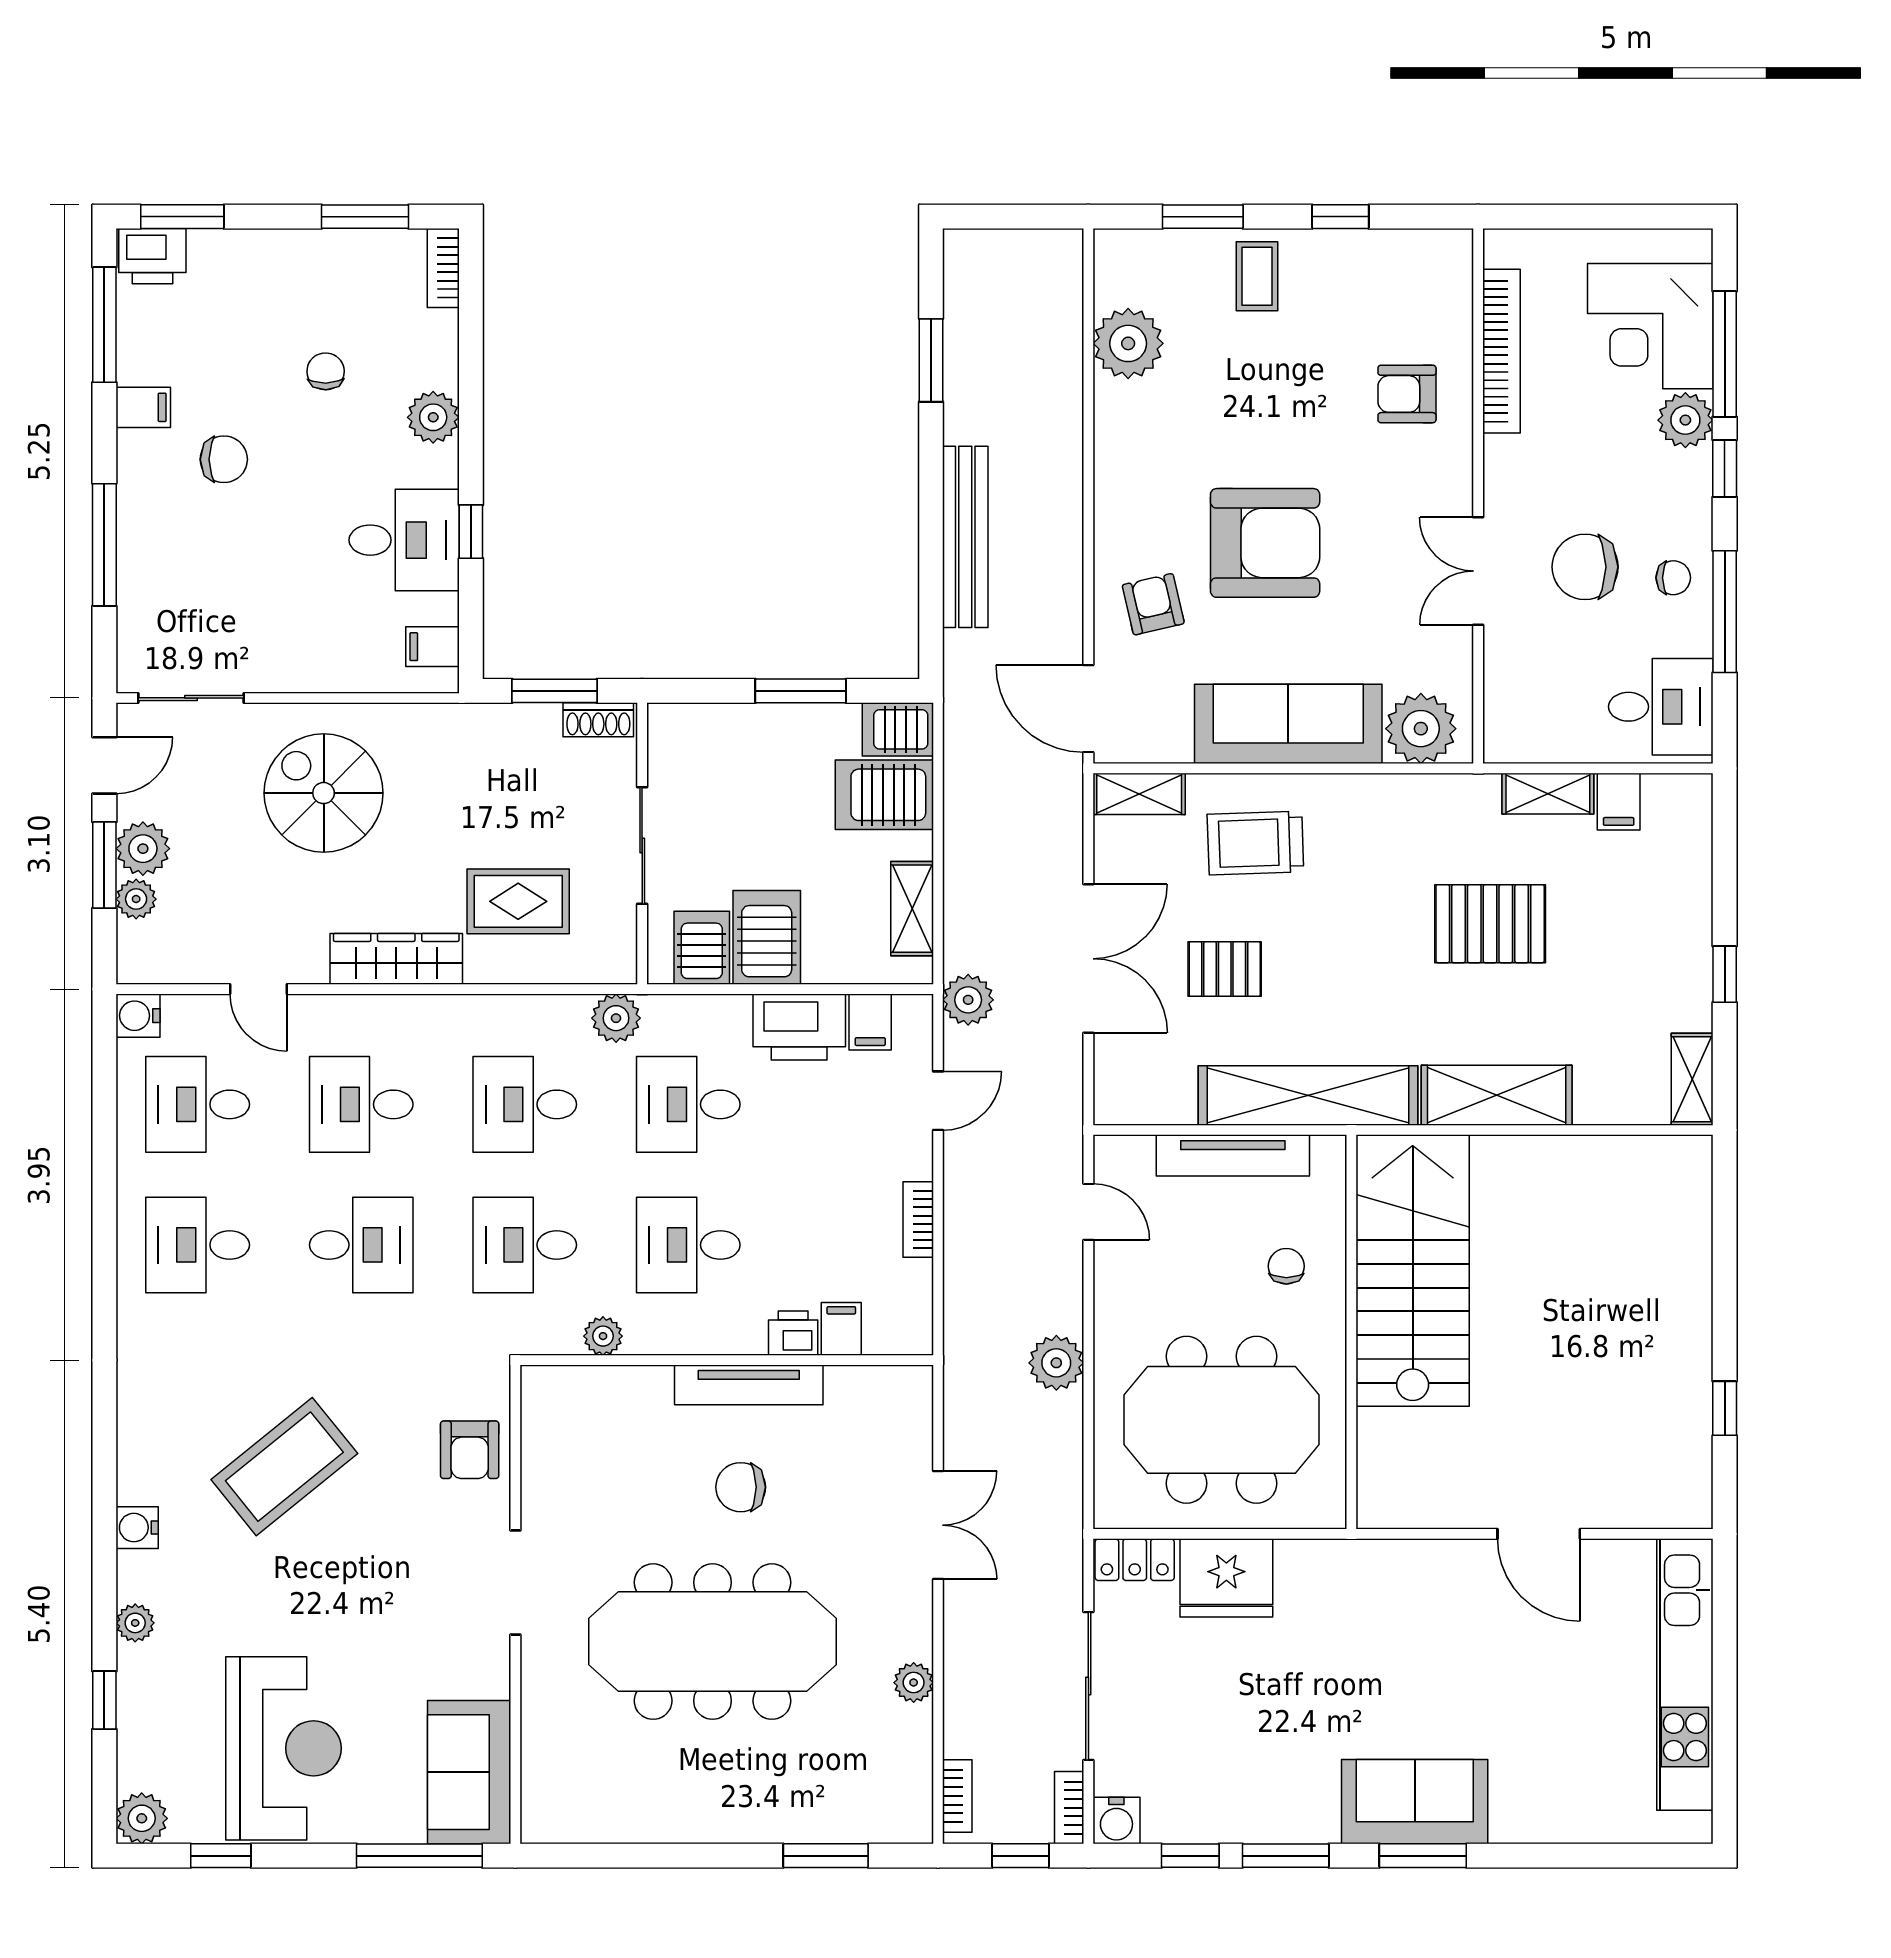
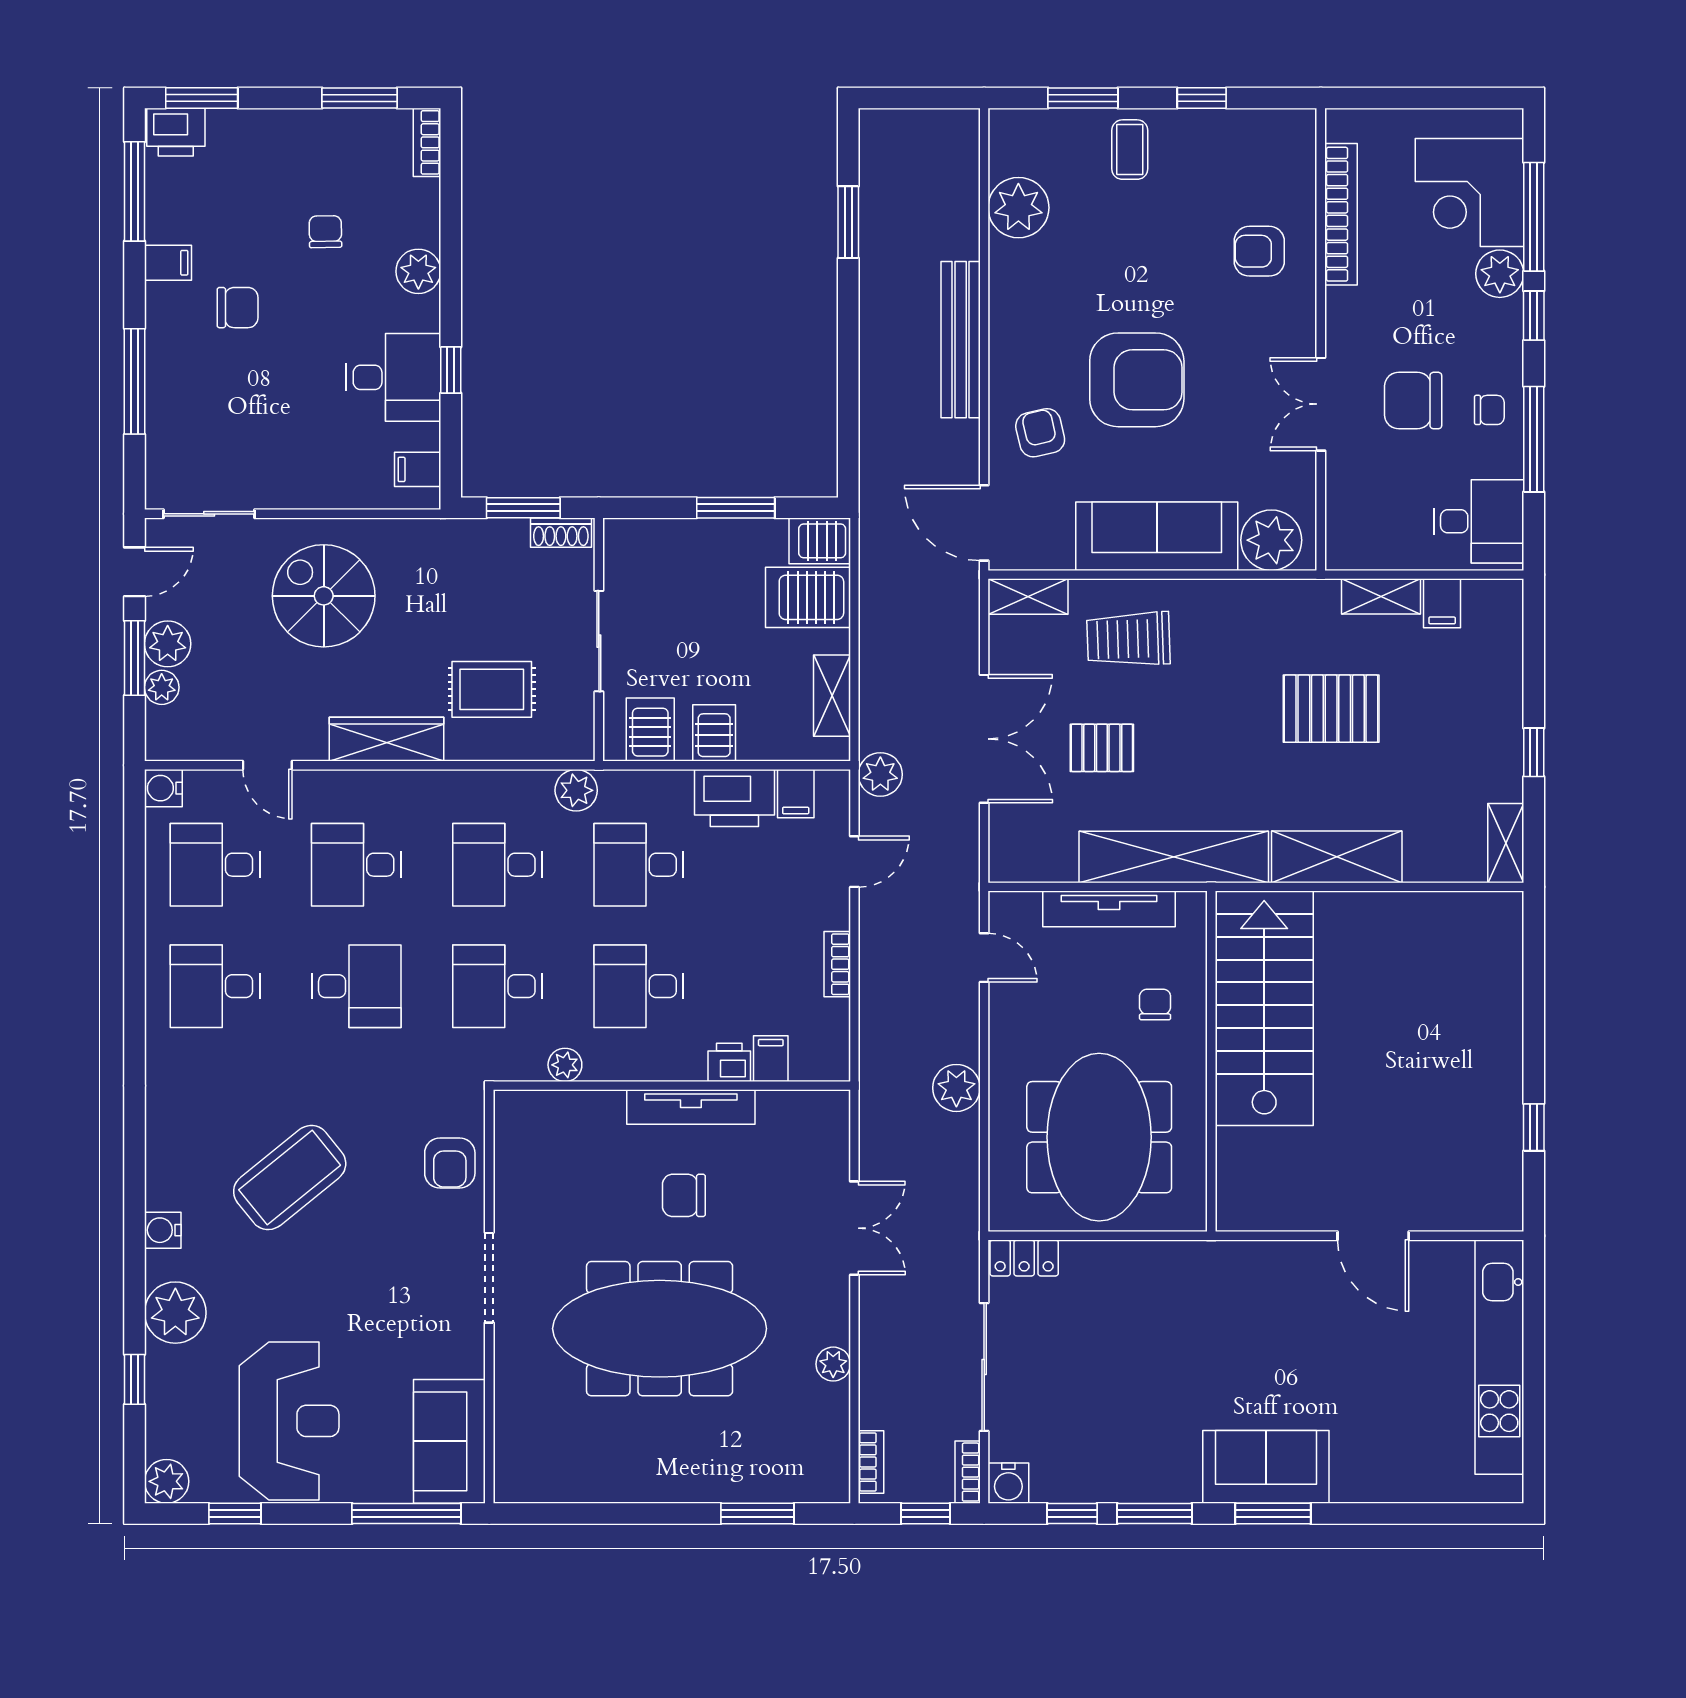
bench: (965, 537) -> (961, 340), moved
server rack: (767, 937) -> (714, 733), width x0.73, depth x0.70
meeting table: (1222, 1420) -> (1099, 1137), turned 90
fridge: (1226, 1578) -> (1103, 1274), removed
plant: (135, 1623) -> (175, 1313), width x1.87, depth x1.87

